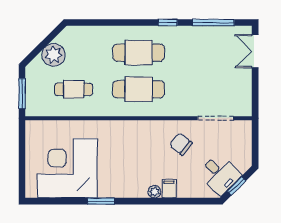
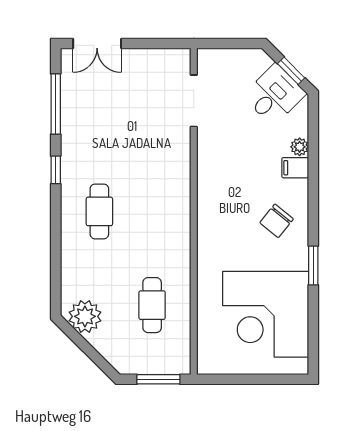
cafe table: (139, 53) -> (99, 211), width x0.73, depth x0.74
plant: (54, 55) -> (85, 316), moved
cafe table: (139, 89) -> (152, 211), removed
chair: (181, 144) -> (277, 221), moved
plant: (154, 192) -> (300, 147), moved

